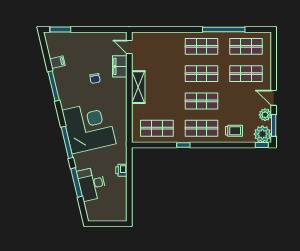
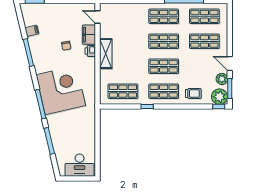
printer: (121, 170) -> (90, 51), moved
desk: (92, 184) -> (80, 165), moved, turned -77

